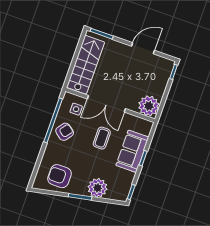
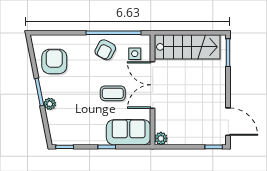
door: (143, 48) -> (228, 122), moved
plant: (149, 106) -> (161, 138), width x0.53, depth x0.53
armchair: (65, 132) -> (105, 50), turned 81
sofa: (132, 151) -> (129, 132), moved
plant: (98, 188) -> (50, 104), width x0.53, depth x0.53

